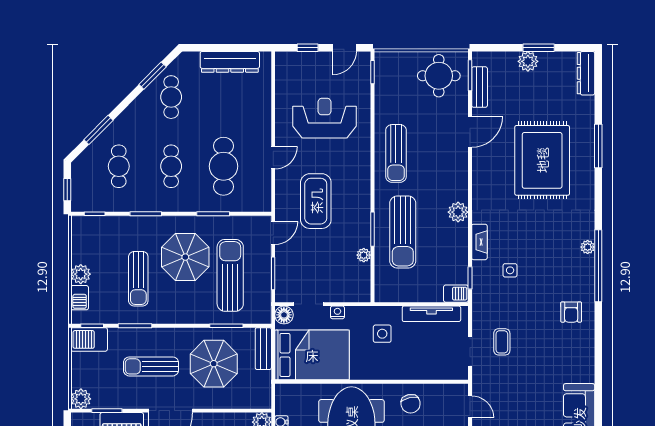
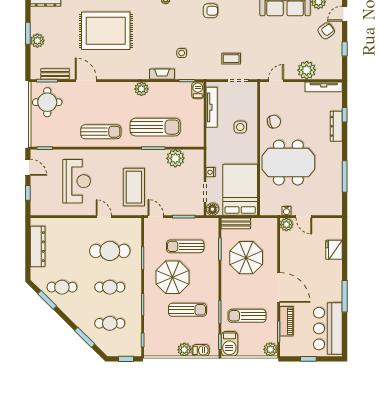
reception desk: (325, 118) -> (77, 181), turned 180
coffee table: (316, 201) -> (134, 187), turned 90
plant: (364, 255) -> (175, 158), width x1.87, depth x1.87
sun lounger: (230, 275) -> (185, 246), width x0.73, depth x0.75
side table: (382, 334) -> (240, 127), moved
sun lounger: (151, 366) -> (247, 316), moved, turned 90

